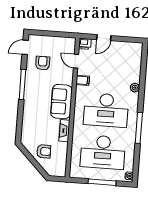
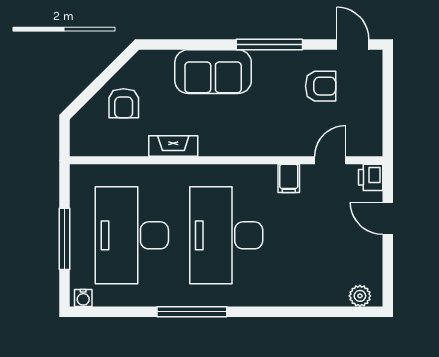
plant: (135, 88) -> (360, 296), moved
sofa: (61, 102) -> (213, 72), moved, turned 180

